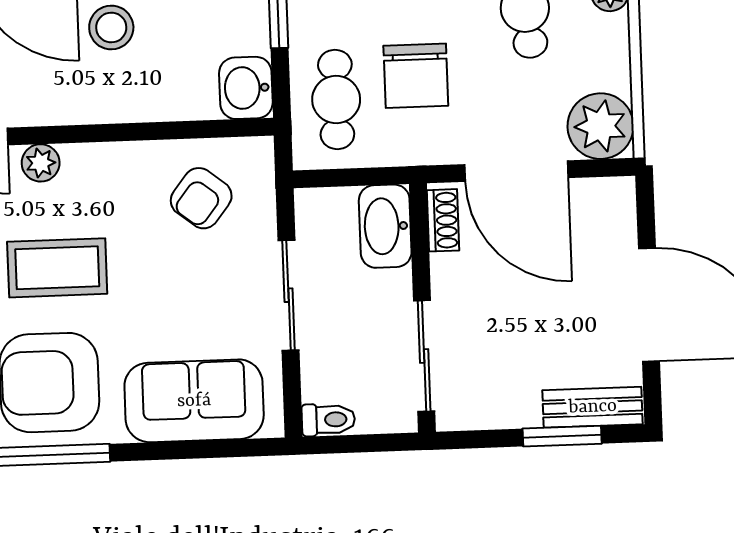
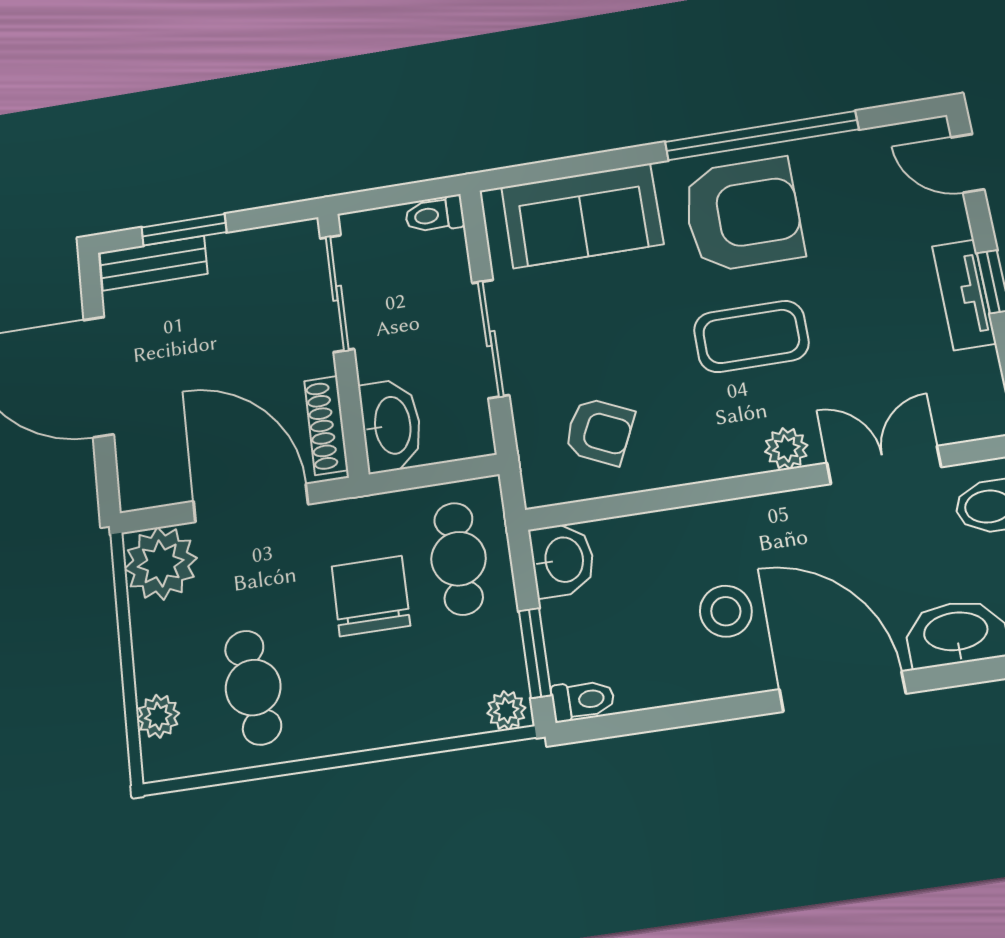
armchair: (201, 198) -> (599, 431), turned 77
shoe rack: (443, 220) -> (326, 425), width x1.43

